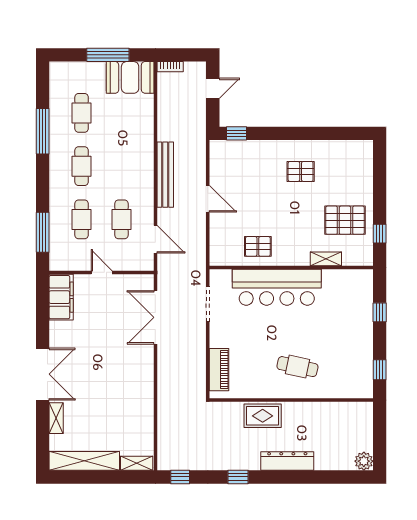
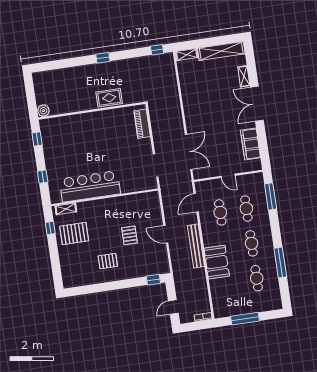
booth: (130, 77) -> (217, 262), moved, turned 90
door: (155, 239) -> (196, 203), hinge flipped
pallet: (258, 246) -> (130, 235), moved, turned 90
shelving: (326, 259) -> (66, 209), moved
bar counter: (277, 287) -> (90, 186), moved
filing cabinet: (61, 297) -> (251, 144), moved
cafe table: (297, 367) -> (91, 133), removed
dresser: (287, 461) -> (89, 71), removed
plant: (364, 461) -> (43, 111), moved
window: (238, 477) -> (103, 58), moved

